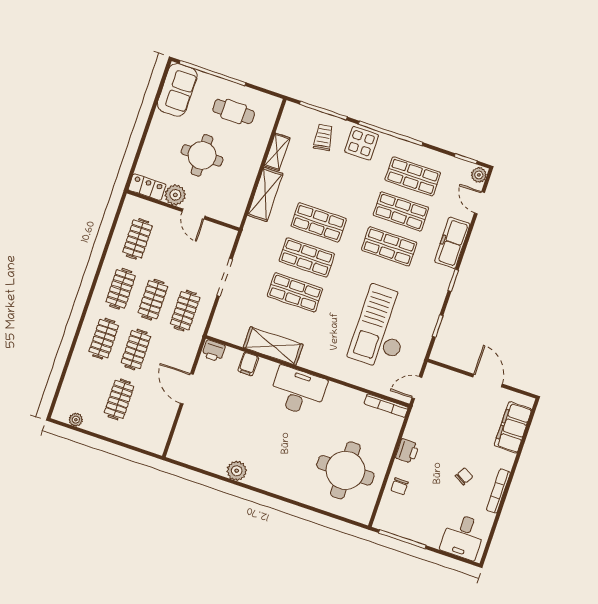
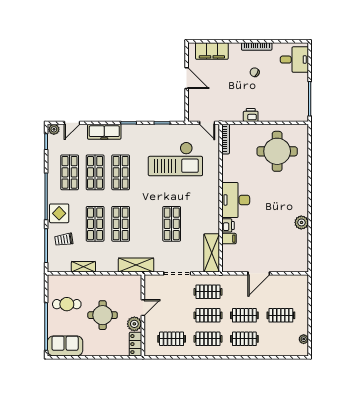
cafe table: (234, 112) -> (67, 304), turned 90
shelving: (265, 194) -> (136, 265), moved
shop shelf: (307, 257) -> (95, 224), moved
shelving: (273, 346) -> (212, 253), moved
printer: (214, 351) -> (228, 225), moved
door: (487, 380) -> (187, 78), swing flipped
chair: (400, 486) -> (276, 112), removed

